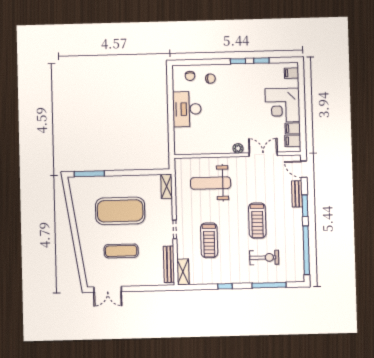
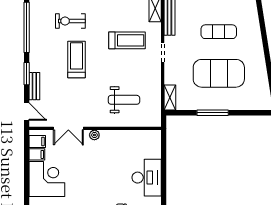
window: (89, 174) -> (213, 113), moved
weight bench: (211, 183) -> (124, 100), width x0.73, depth x0.75
treadmill: (209, 240) -> (127, 40), turned 90

